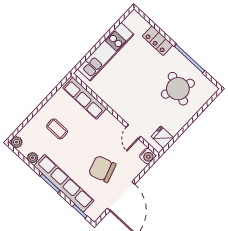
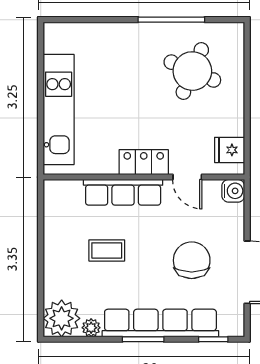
locker: (158, 41) -> (144, 162), moved, turned 180
row of seats: (85, 98) -> (123, 192), moved
coffee table: (57, 129) -> (107, 250), moved
plant: (17, 142) -> (62, 318), width x1.87, depth x1.87
chair: (102, 169) -> (192, 260), turned 108

